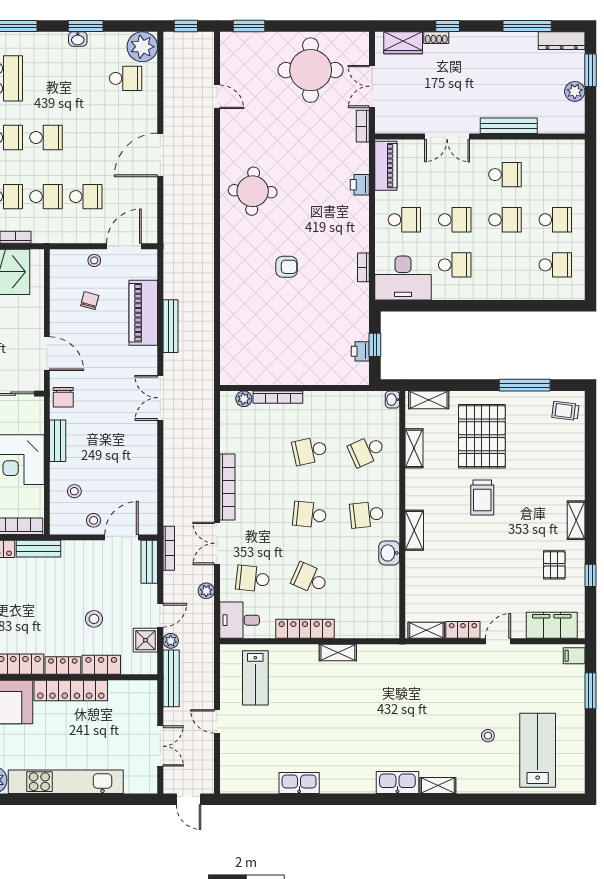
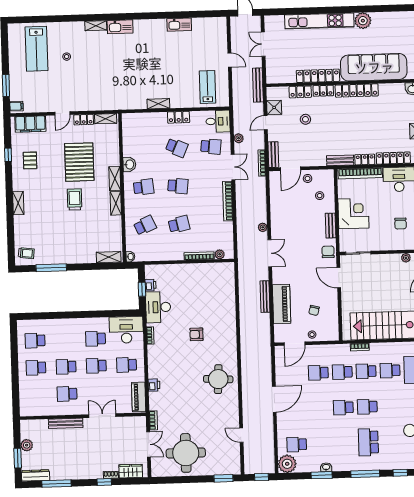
desk: (349, 314) -> (158, 307), added
pallet: (482, 436) -> (79, 162), moved
shelving: (414, 448) -> (116, 203), moved
shelving: (576, 520) -> (18, 203), moved
locker: (305, 629) -> (179, 117), width x0.66
plant: (171, 641) -> (263, 227), moved

